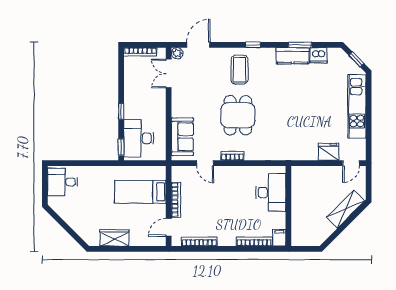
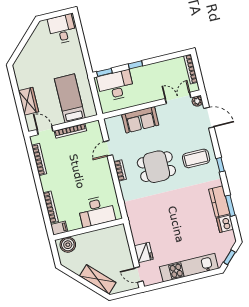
sofa: (182, 137) -> (140, 120), moved
boiler: (300, 233) -> (68, 245), added
wardrobe: (114, 238) -> (28, 101), moved

